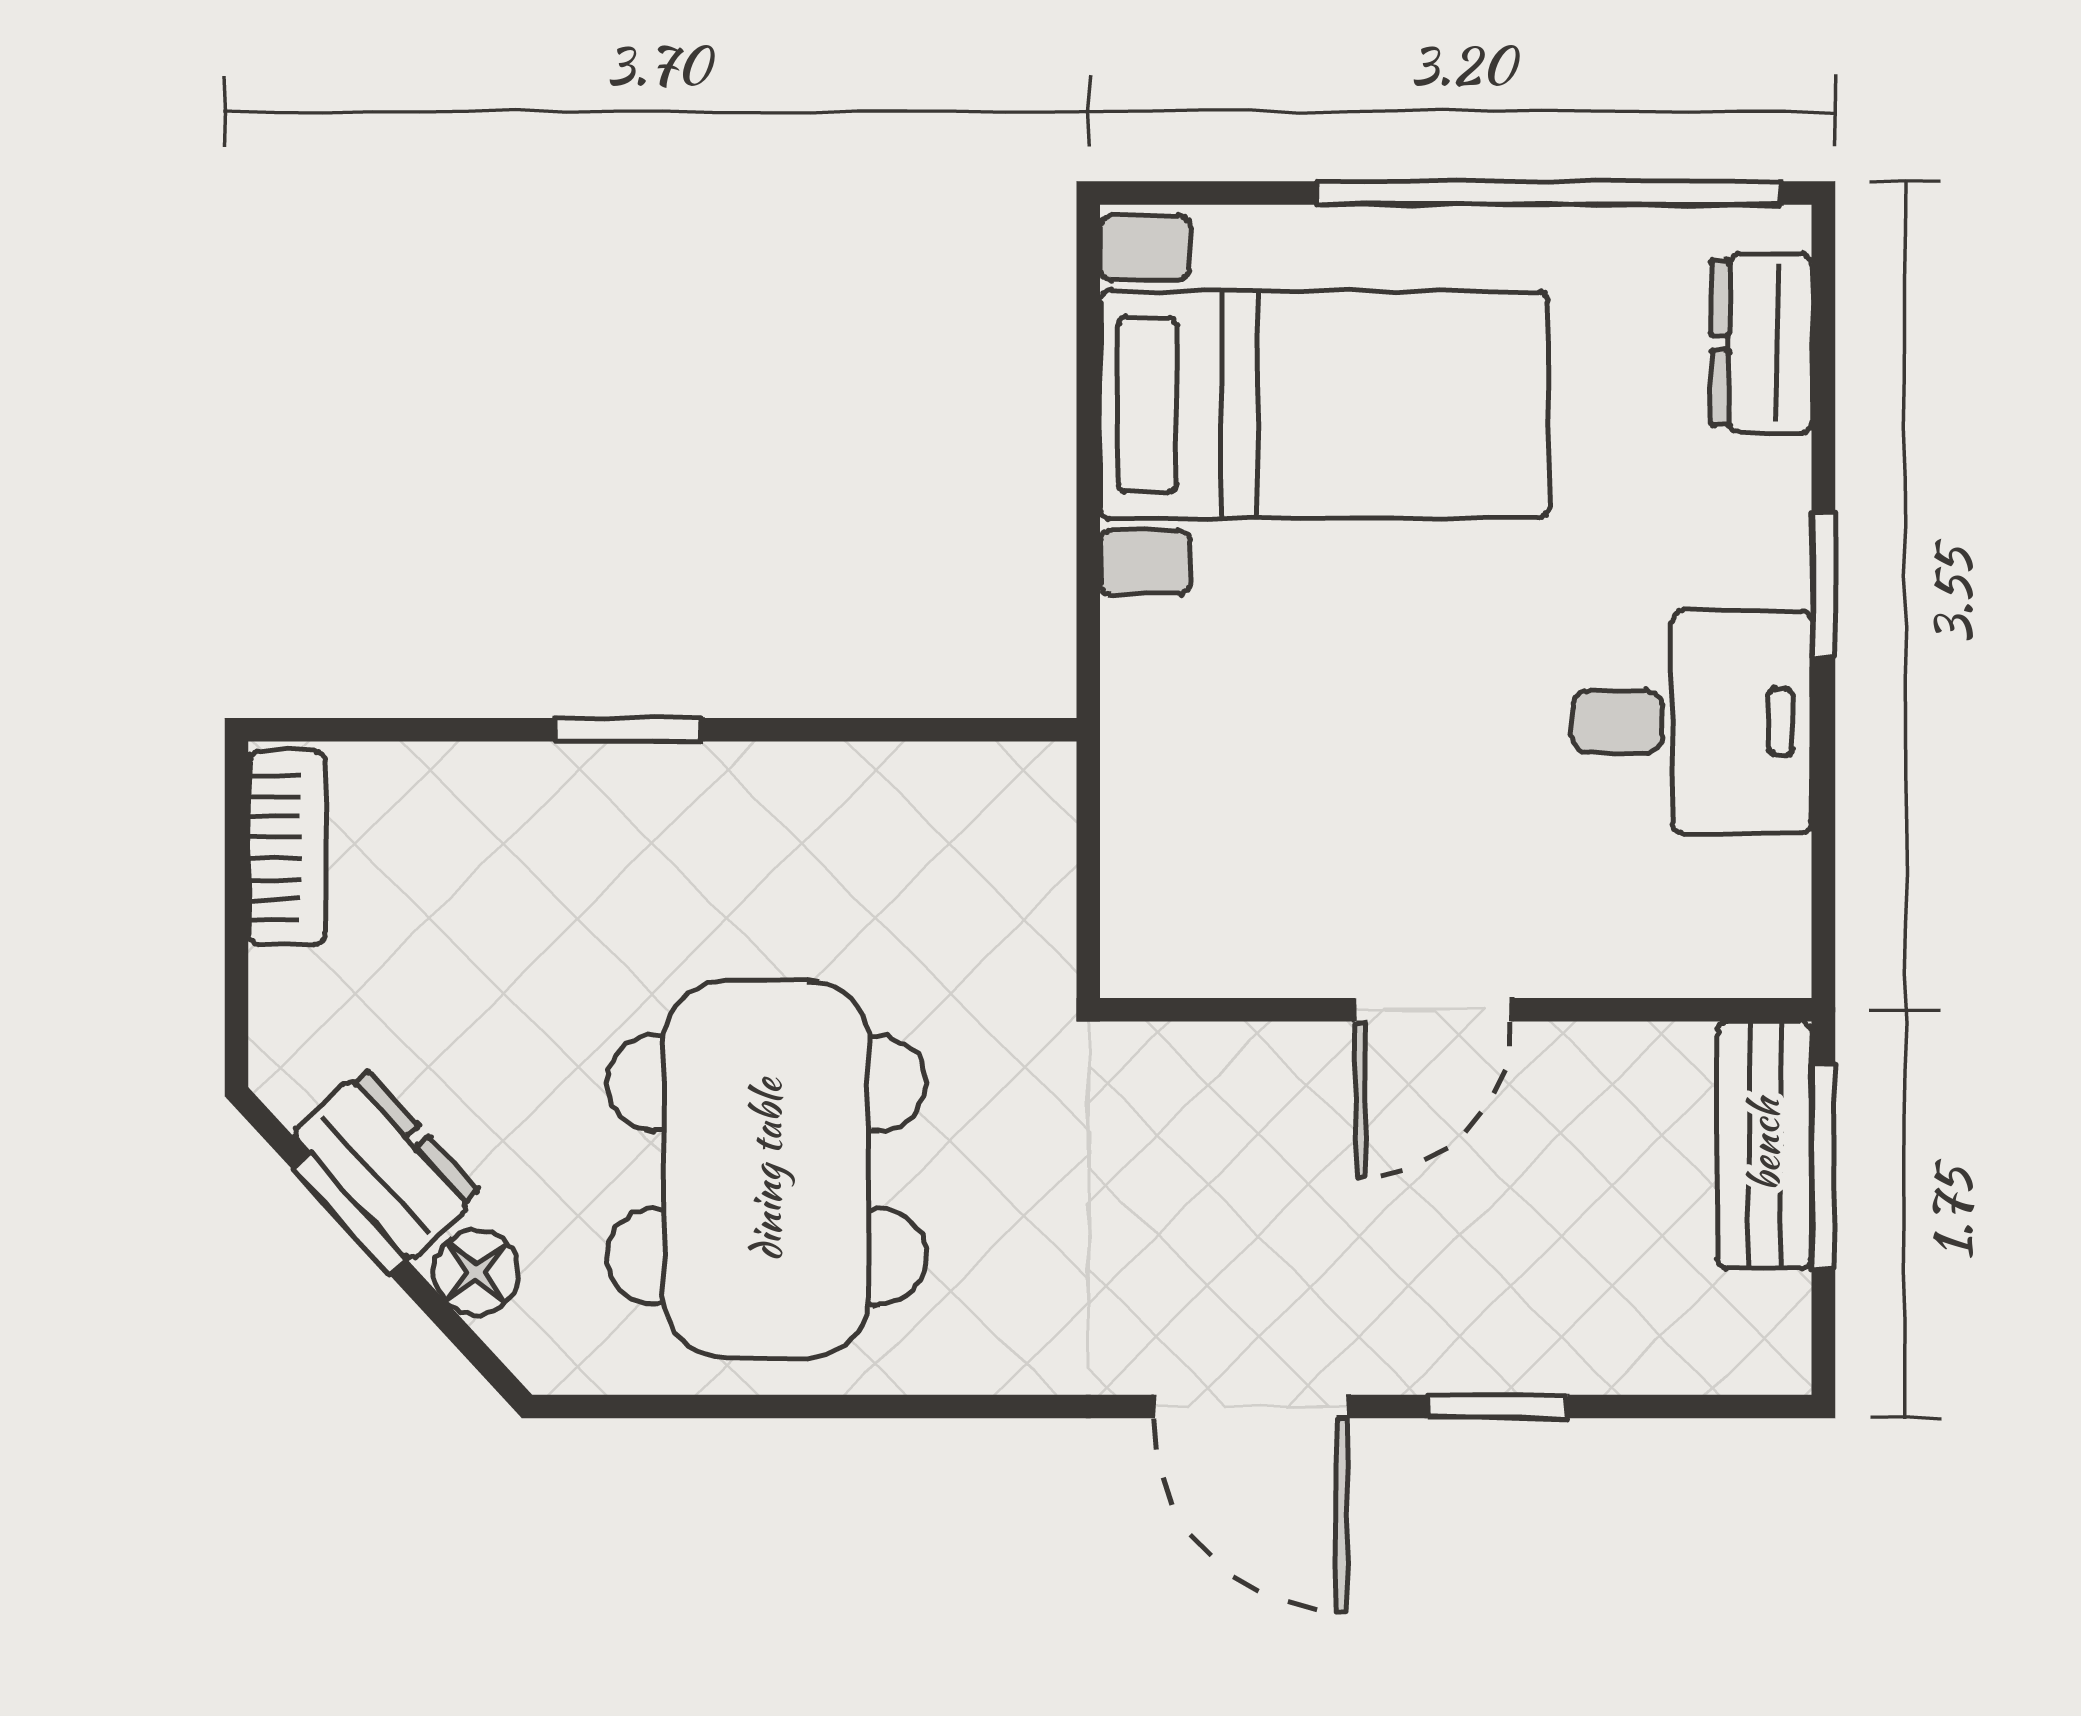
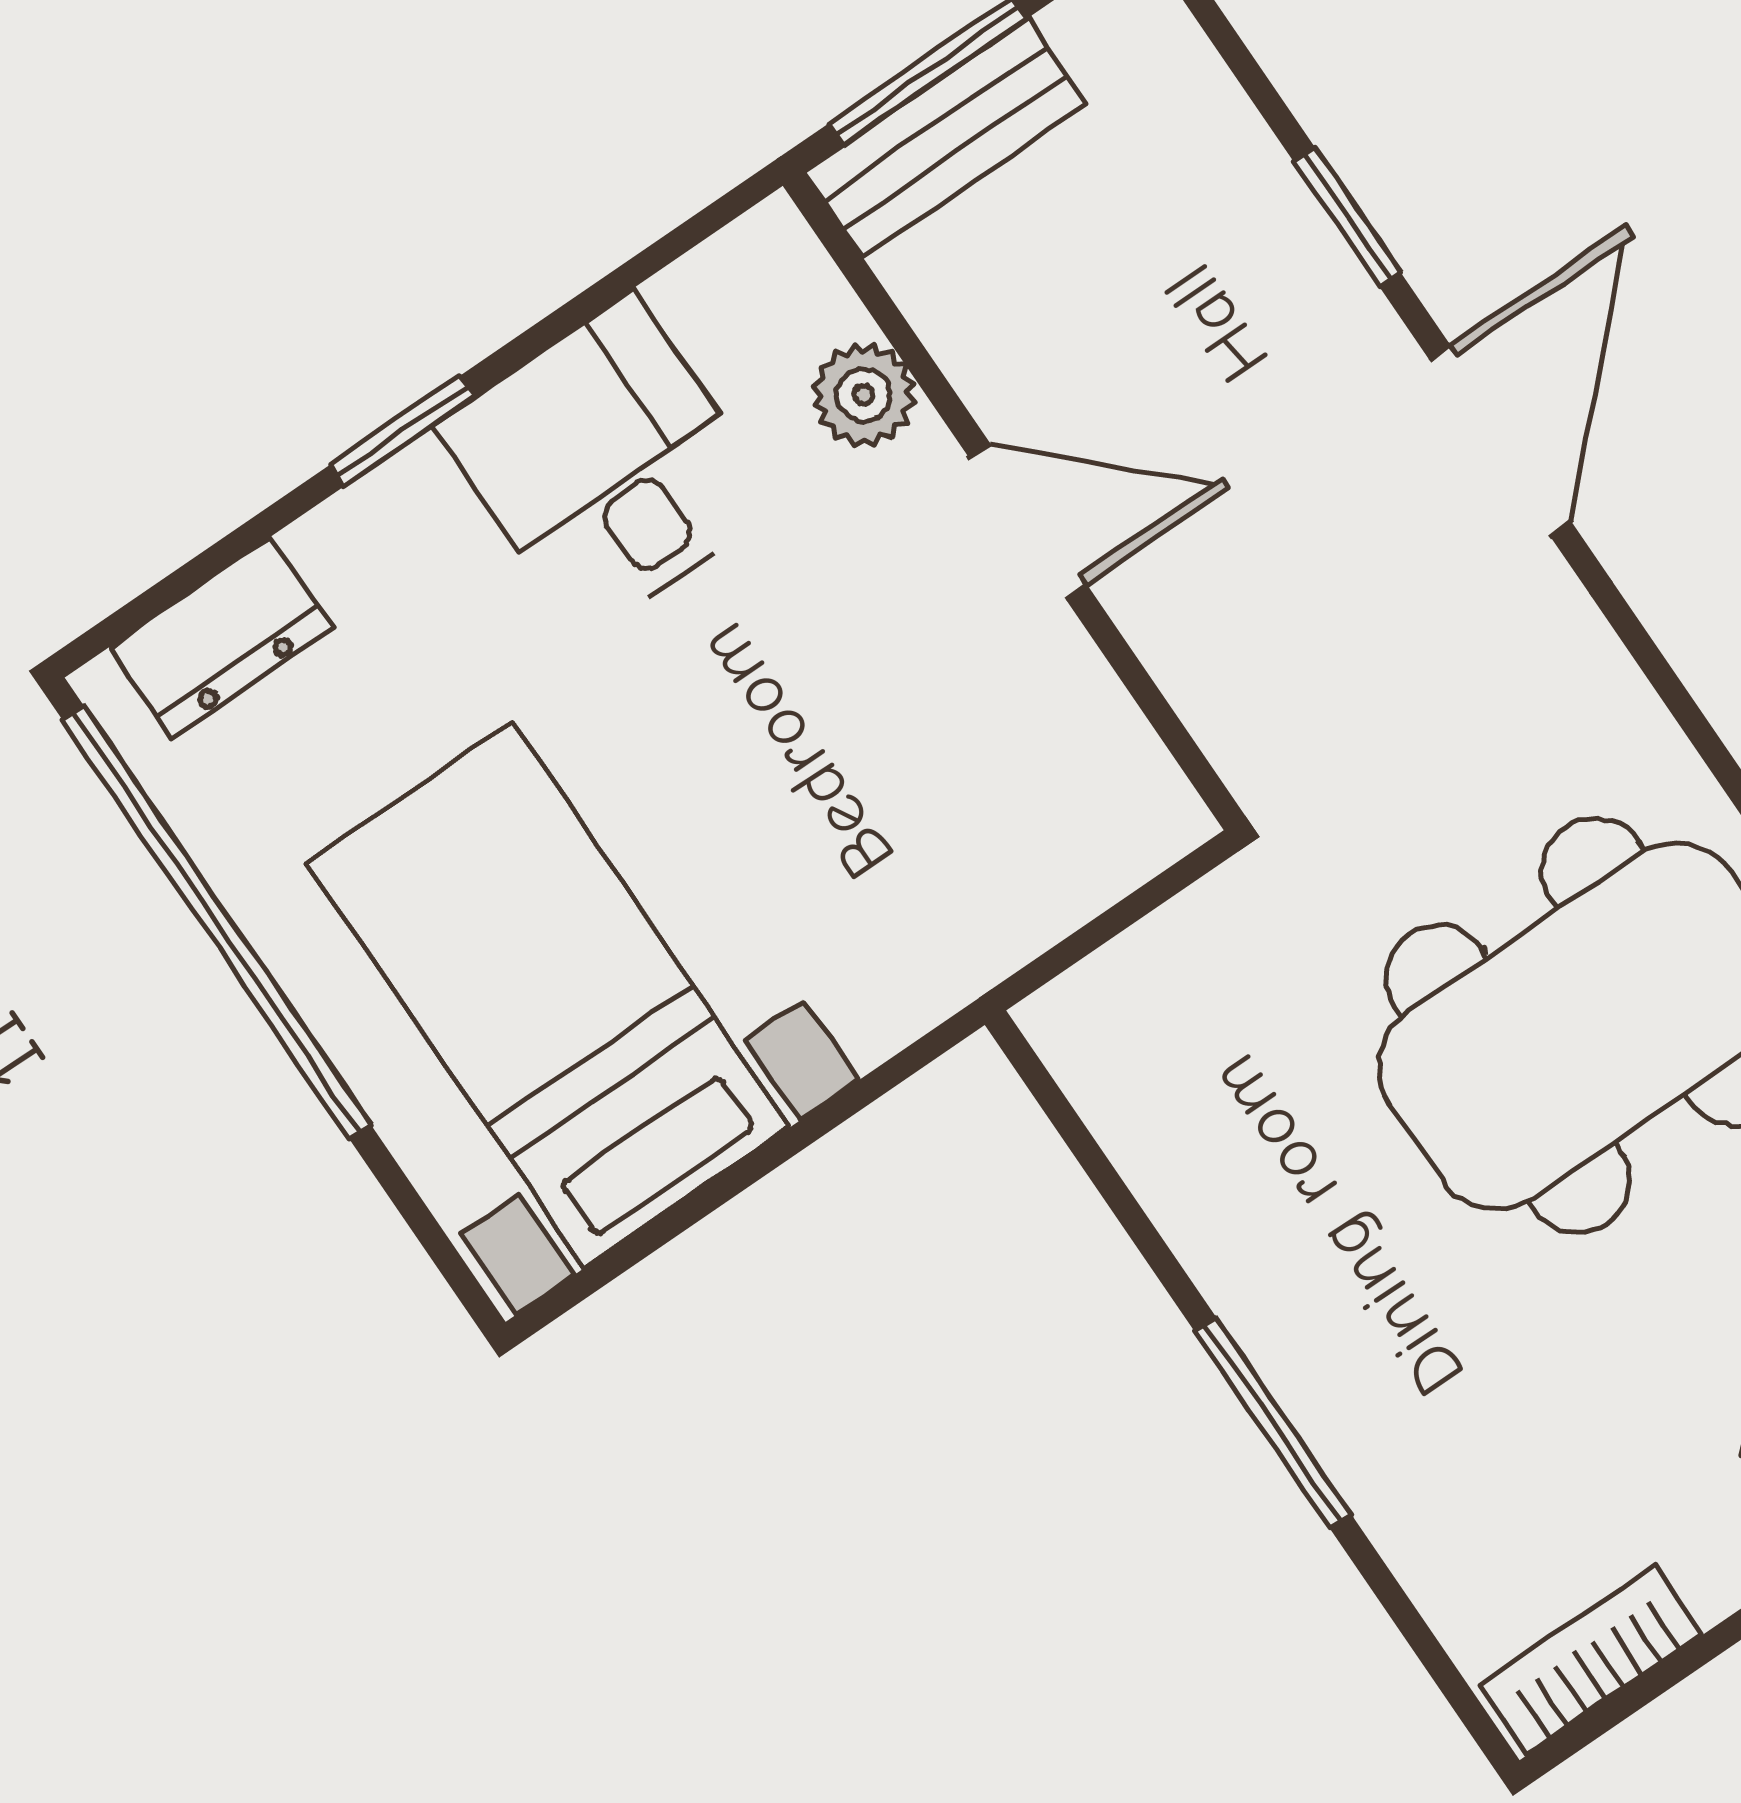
window: (628, 730) -> (1273, 1423), width x1.50
plant: (1613, 951) -> (864, 395), added

